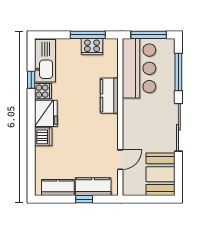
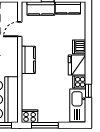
cooker: (92, 47) -> (30, 116), moved
kitchen counter: (109, 96) -> (28, 60), moved

